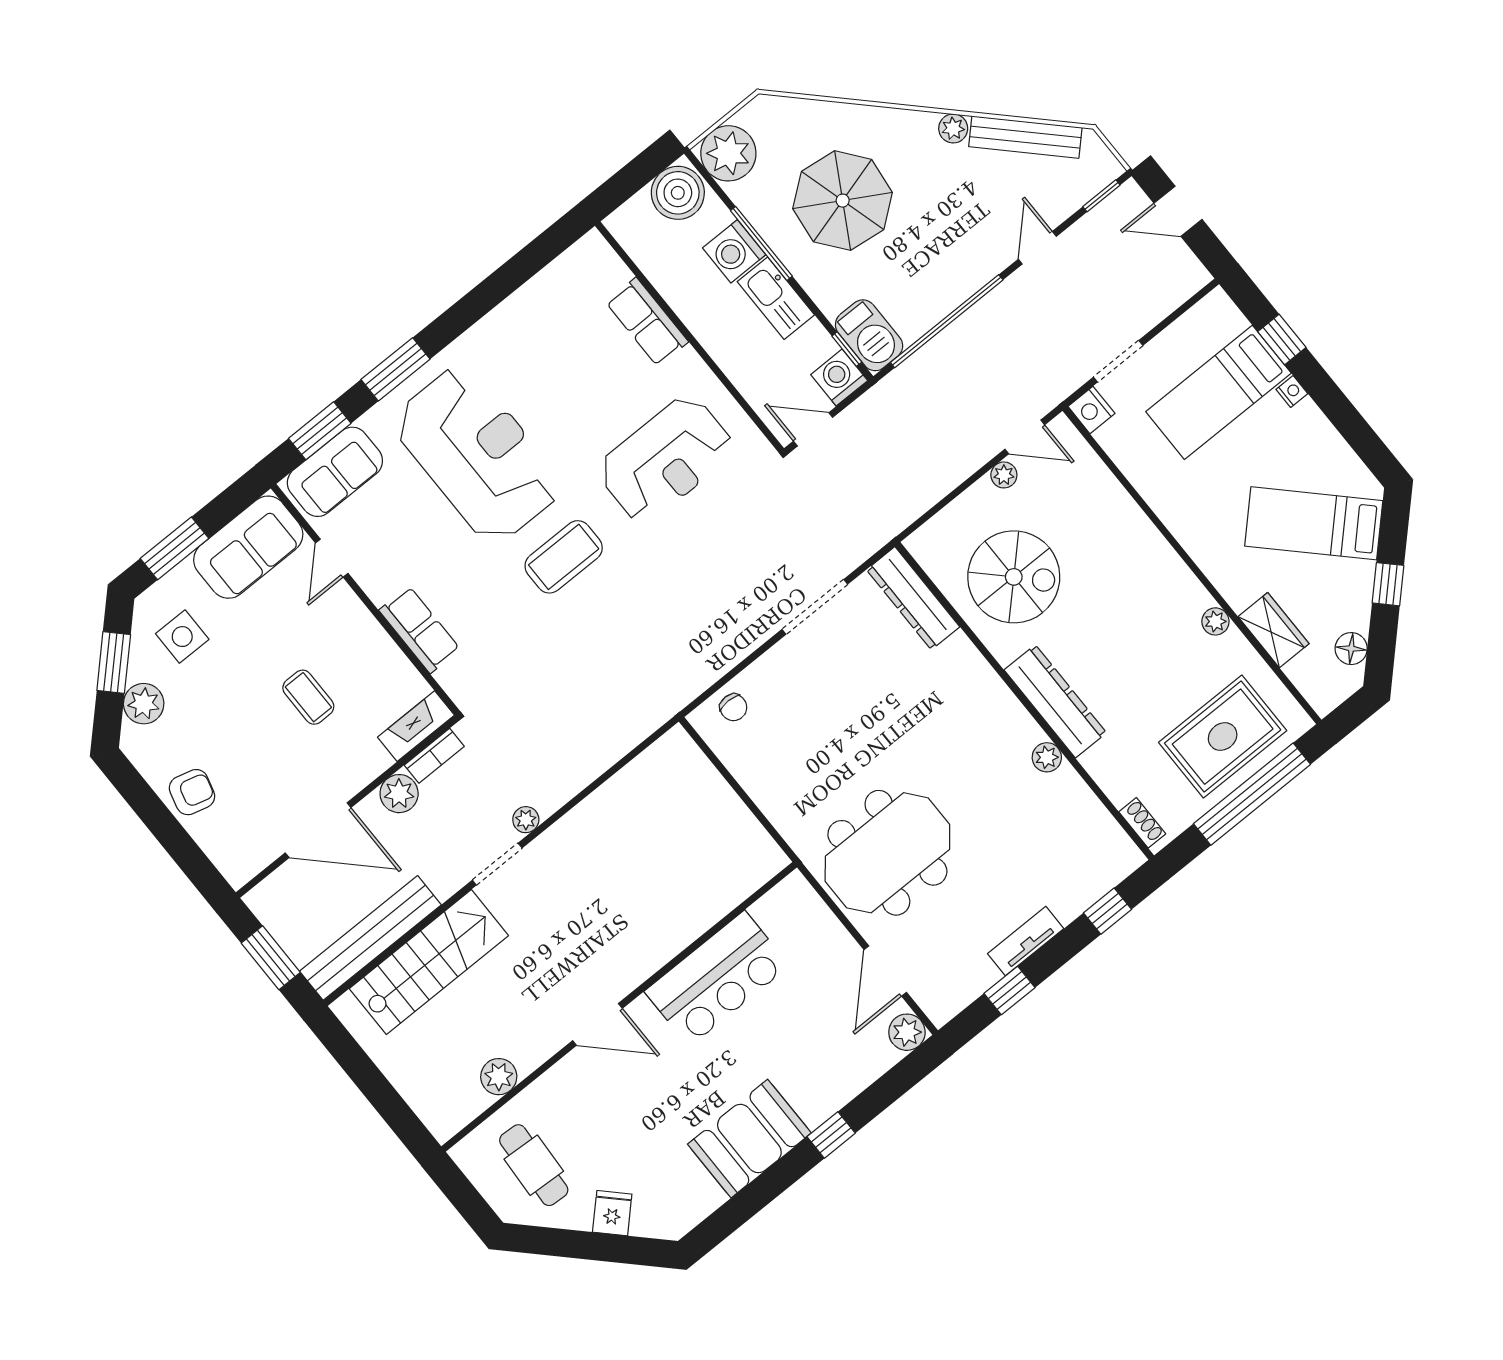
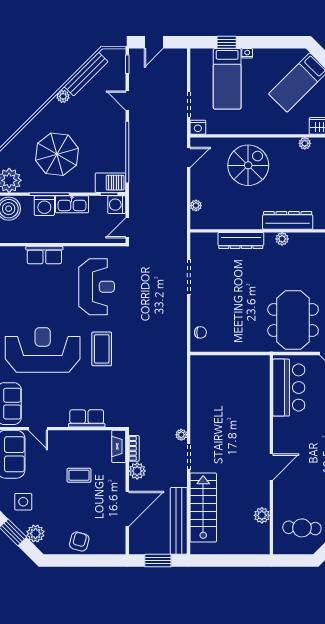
plant: (1004, 475) -> (196, 205), moved
spiral stairs: (1014, 577) -> (248, 165), moved
dresser: (913, 598) -> (241, 241), moved
plant: (1047, 757) -> (282, 239), moved
bar counter: (717, 979) -> (289, 388), moved

